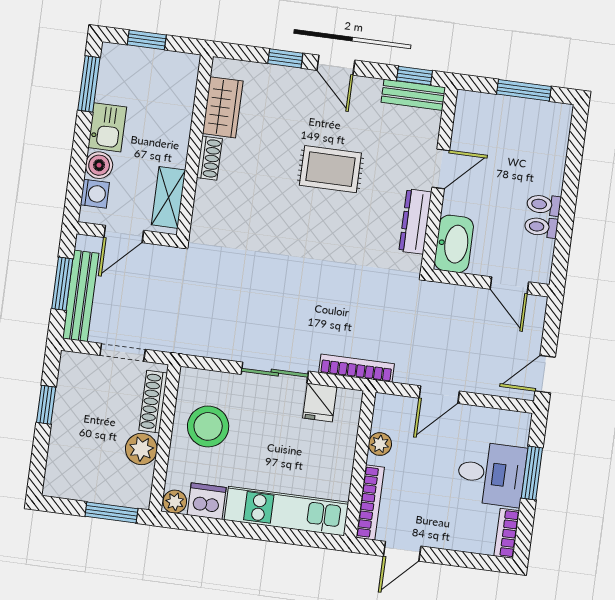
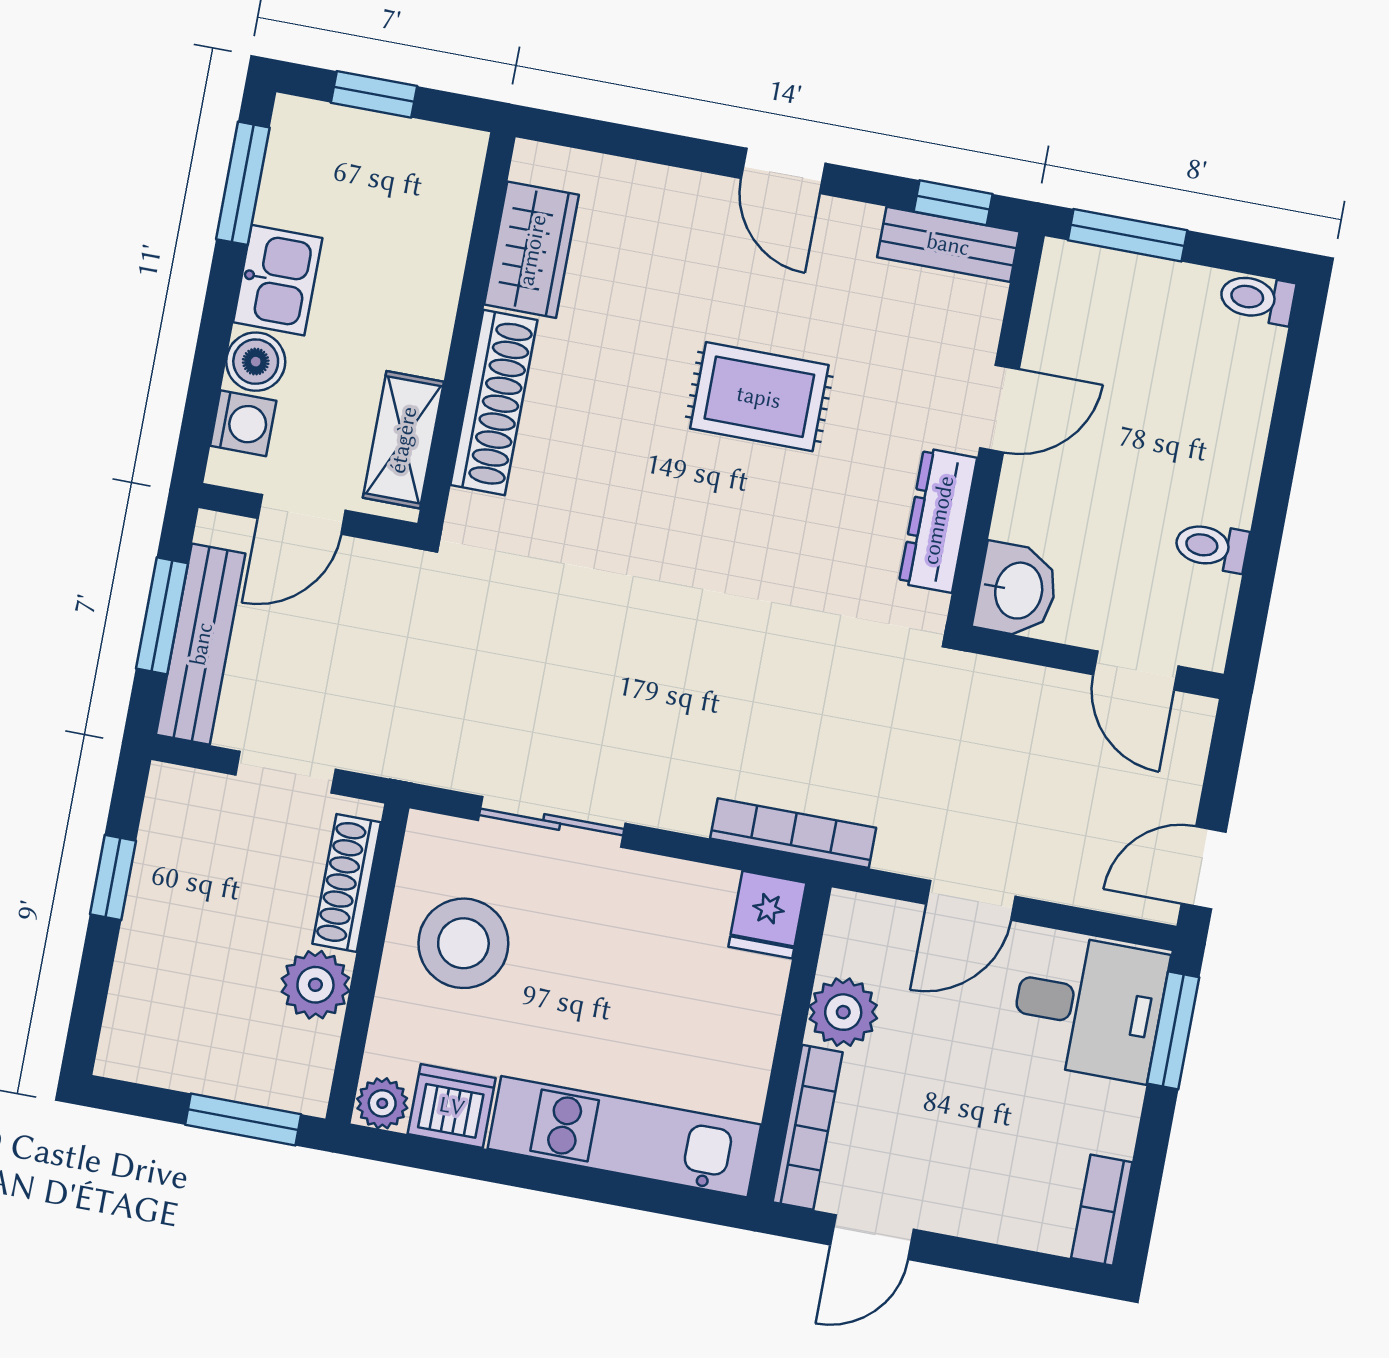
window: (285, 58) -> (674, 150), removed
window: (524, 90) -> (1128, 235), moved
shoe rack: (209, 158) -> (494, 402), width x1.94, depth x1.24
toilet: (544, 205) -> (1257, 298), moved
washbasin: (454, 244) -> (1017, 590), width x0.72
sliding door: (275, 373) -> (552, 822), moved
fridge: (320, 402) -> (767, 915), moved
plant: (380, 444) -> (843, 1012), width x1.38, depth x1.38
window: (532, 473) -> (1173, 1030), moved
desk: (491, 474) -> (1089, 1007), moved

